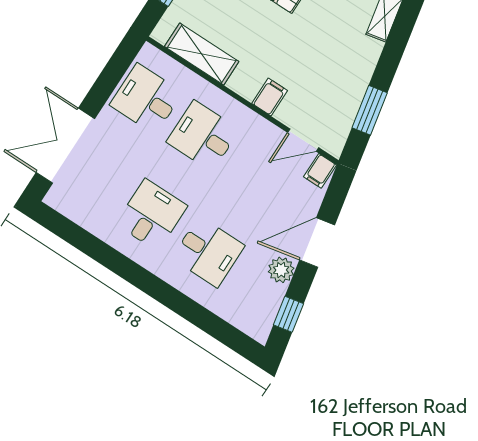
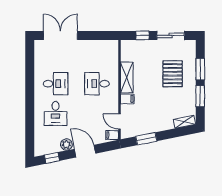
shelving: (202, 54) -> (127, 77), moved
desk: (146, 99) -> (97, 54), removed
desk: (203, 136) -> (97, 84), turned -90

